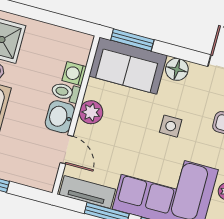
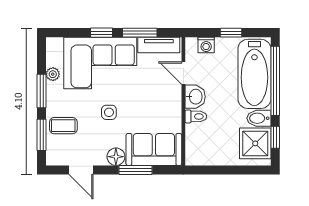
window: (132, 40) -> (136, 170), moved
washing machine: (74, 74) -> (206, 45), moved, turned 90
plant: (91, 112) -> (172, 106), removed

